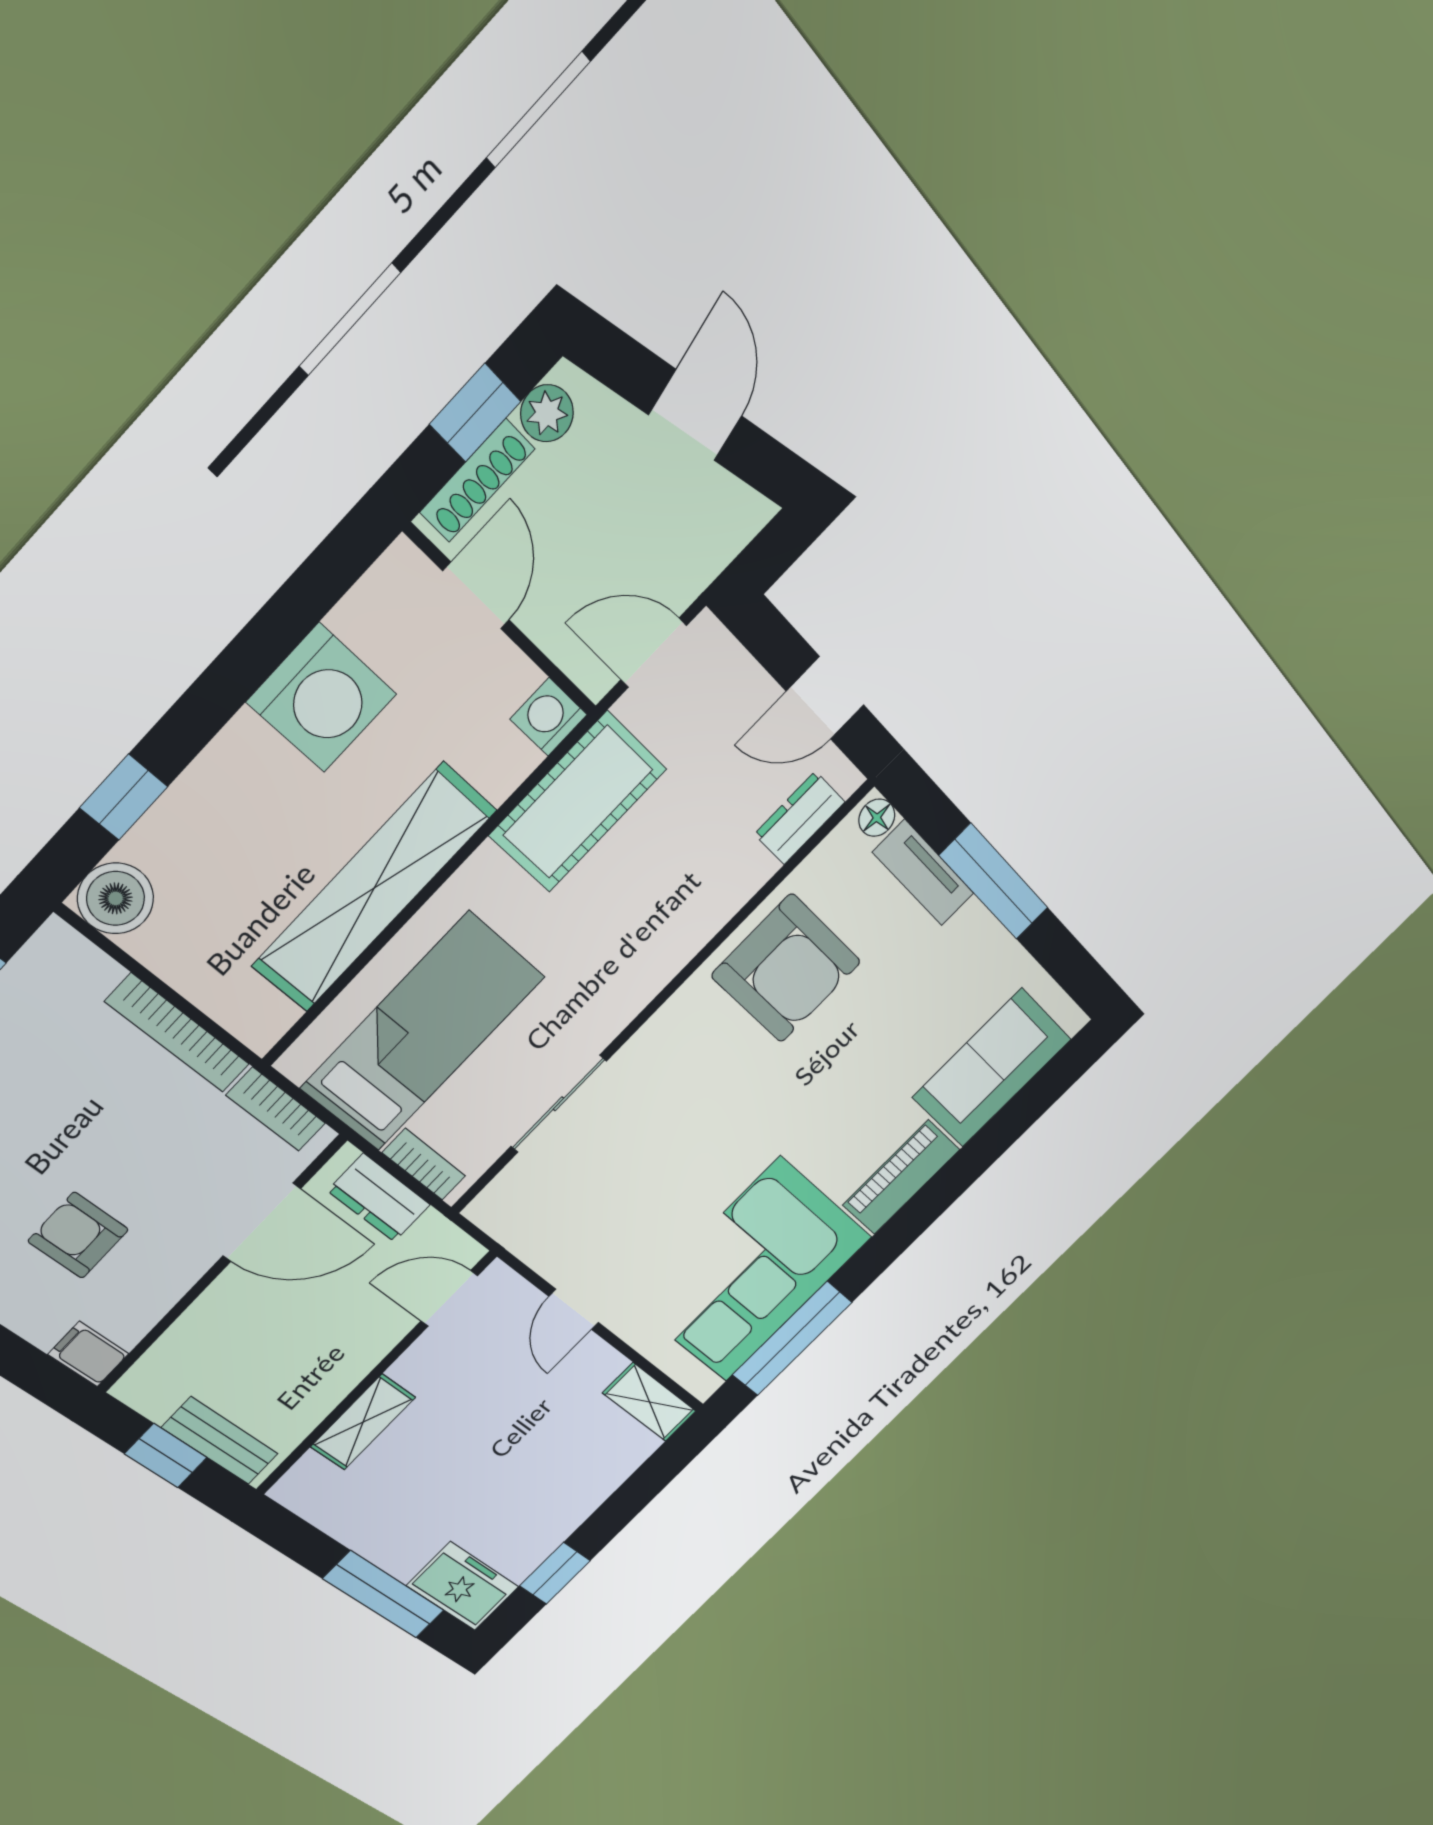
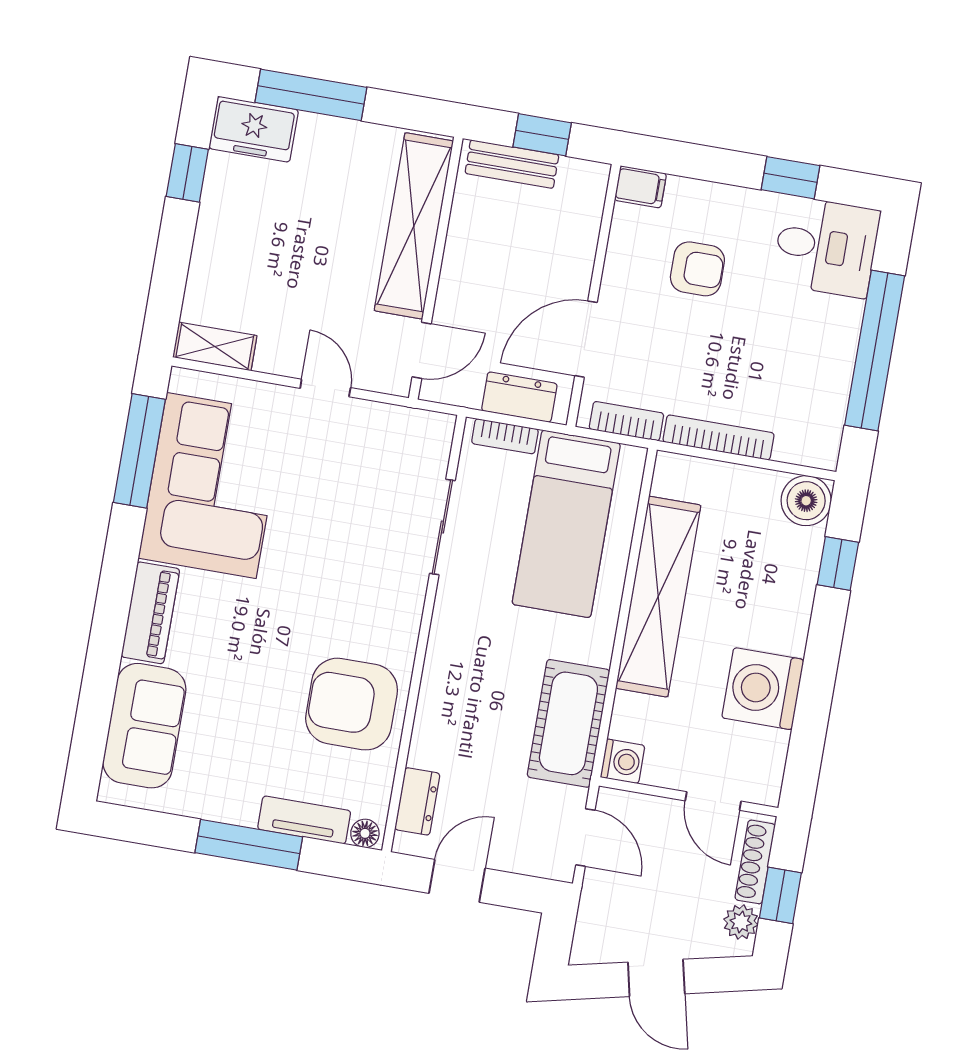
door: (654, 653) -> (585, 837), hinge flipped
shelving: (363, 1422) -> (414, 226), width x2.20, depth x1.33

